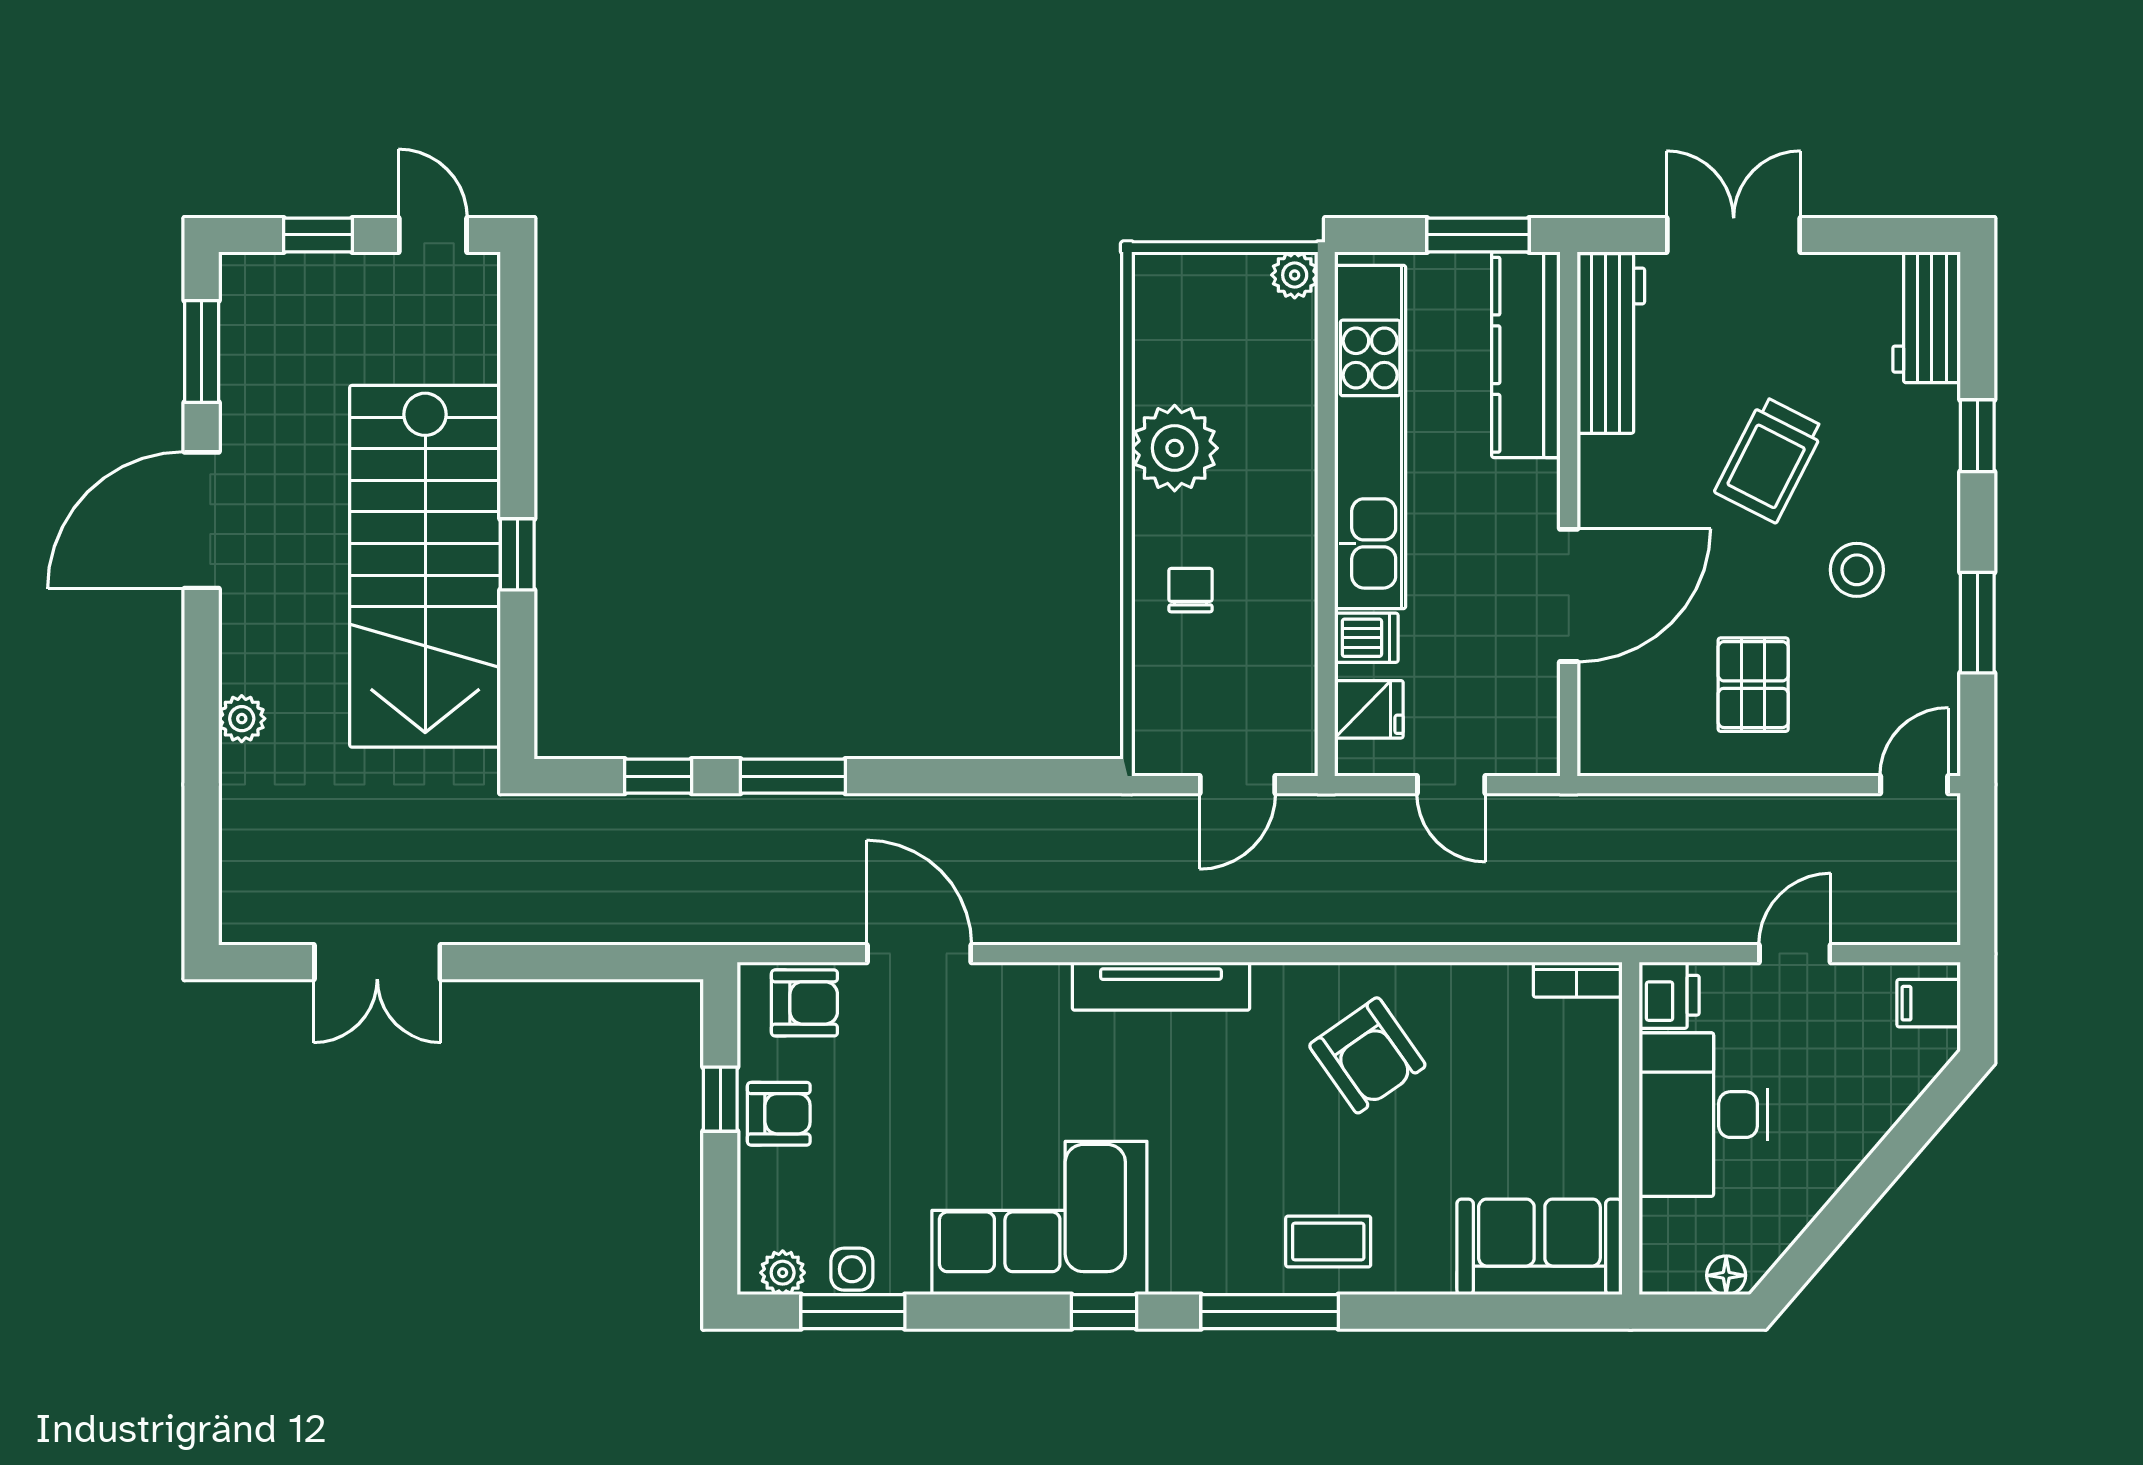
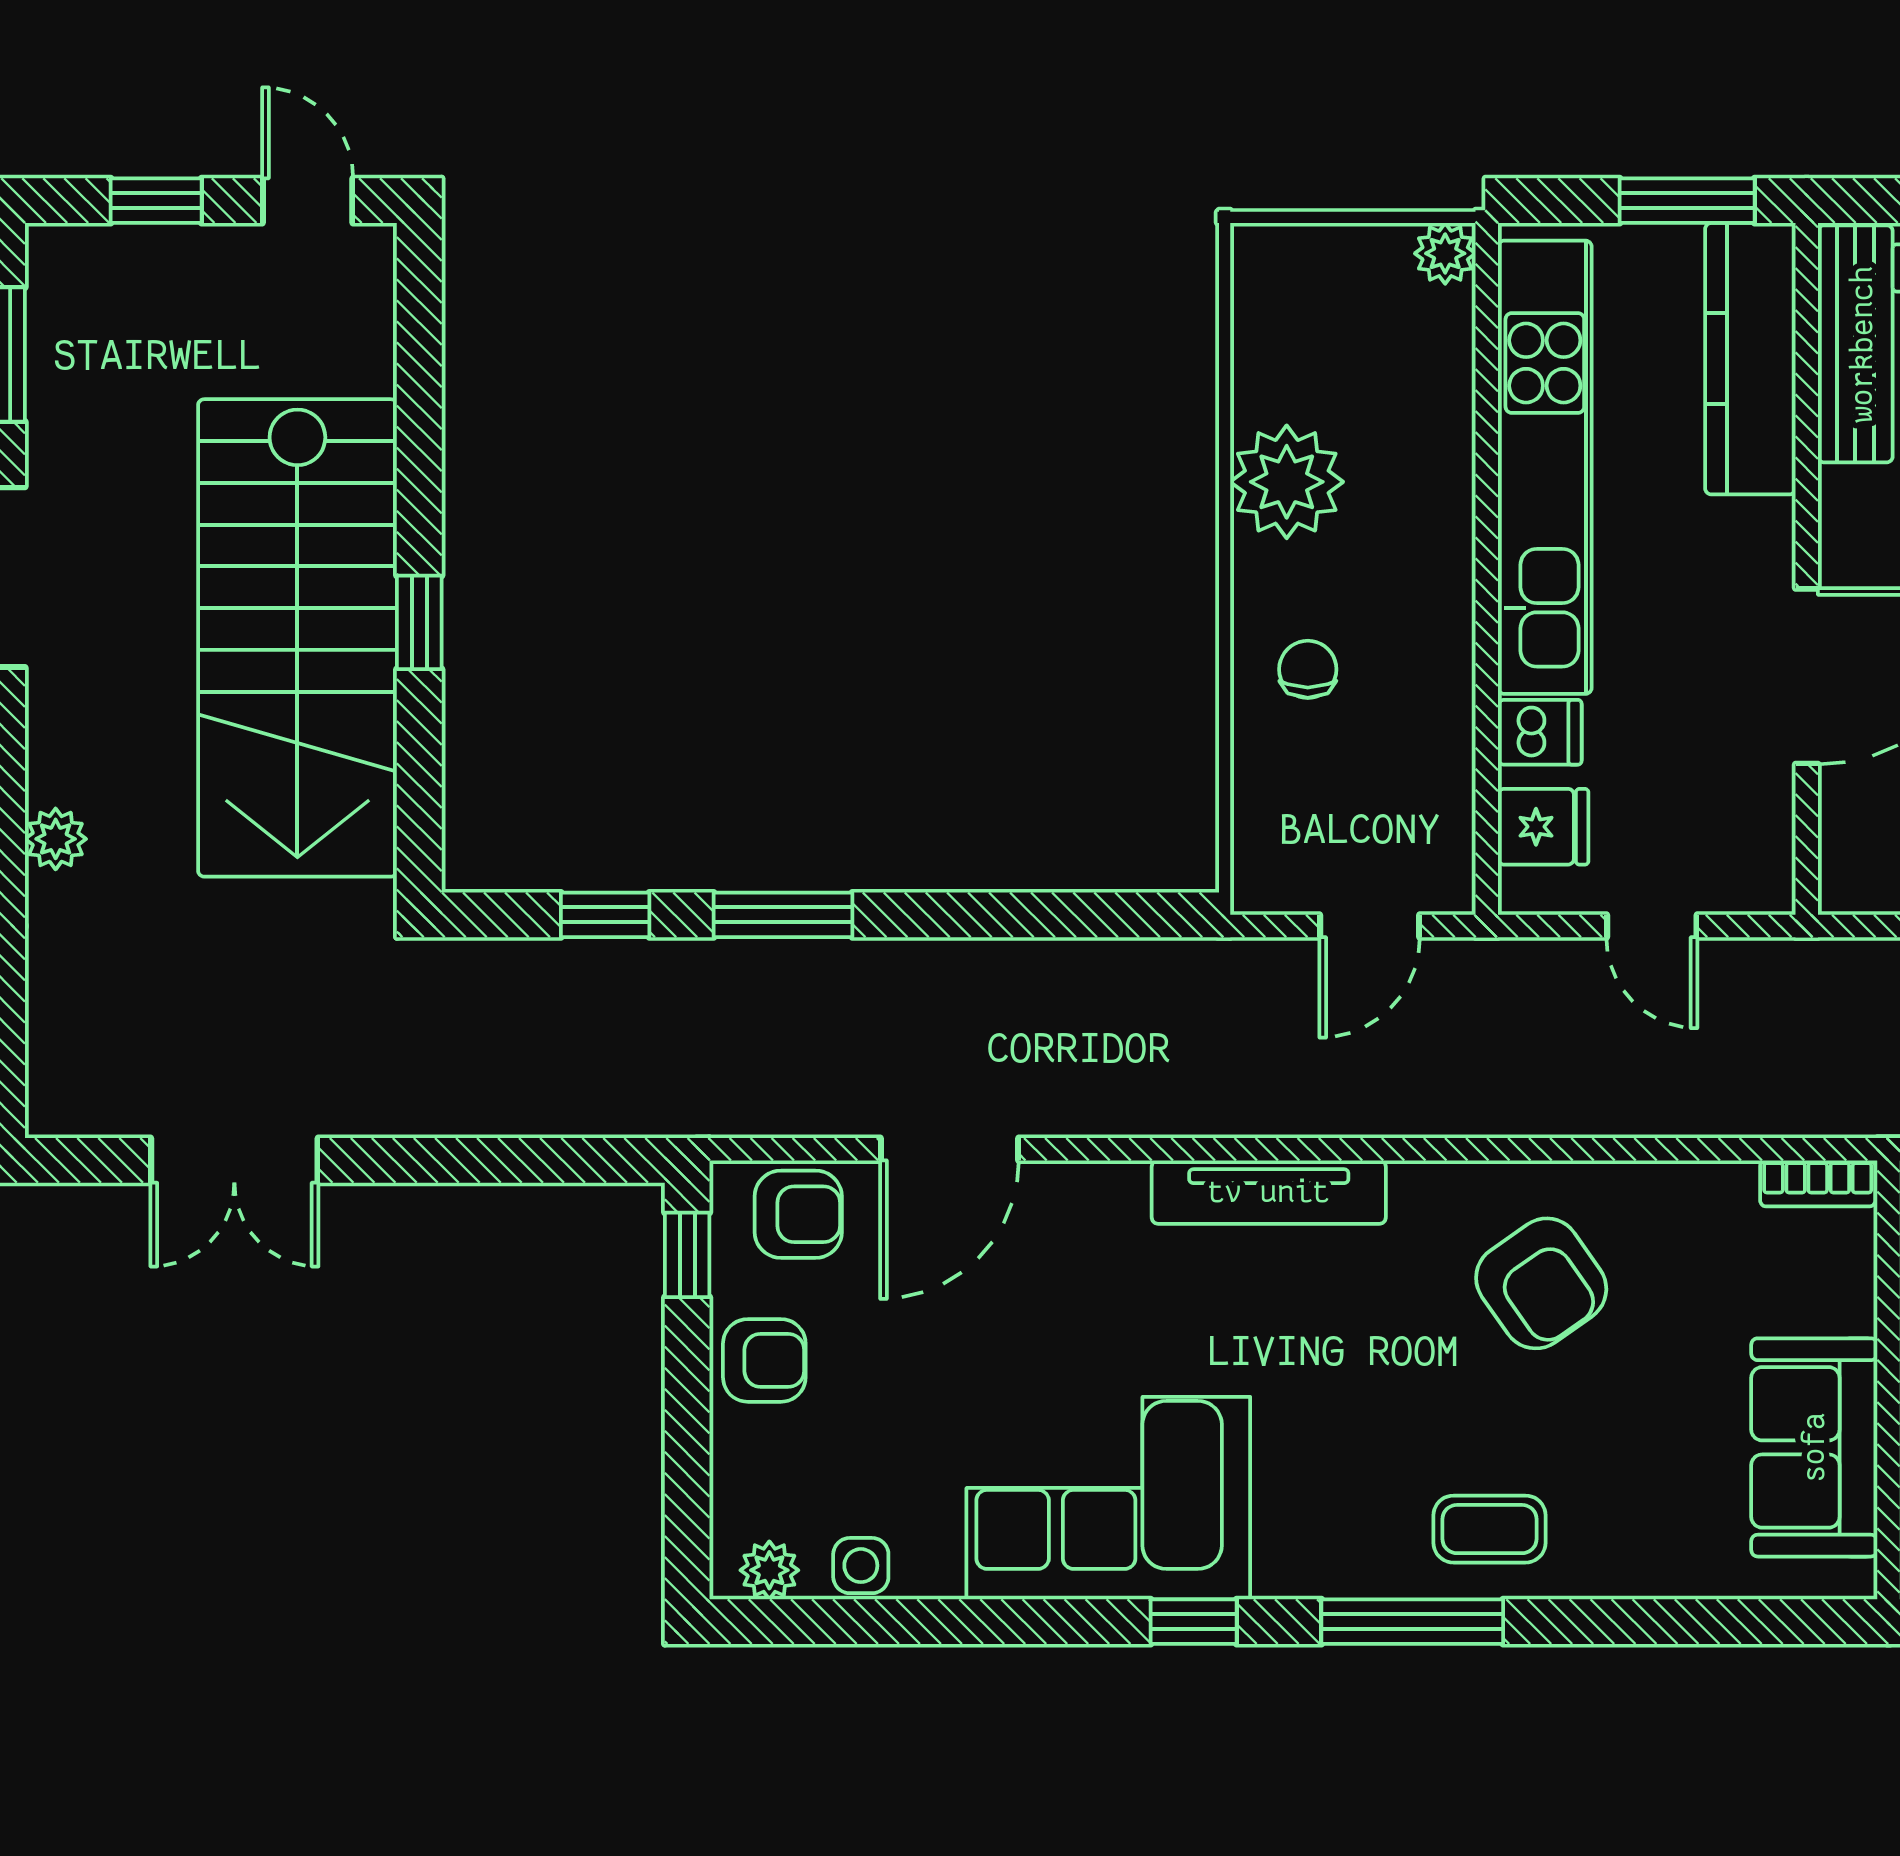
door: (919, 954) -> (949, 1149), swing flipped
window: (720, 1099) -> (687, 1255), moved
sofa: (1539, 1247) -> (1814, 1447), moved, turned -90
window: (853, 1312) -> (862, 1622), removed

